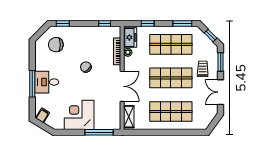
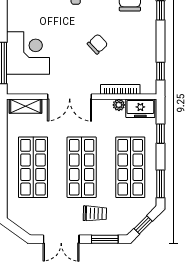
double door: (221, 92) -> (61, 239), swing flipped
corner desk: (79, 115) -> (28, 53), moved

